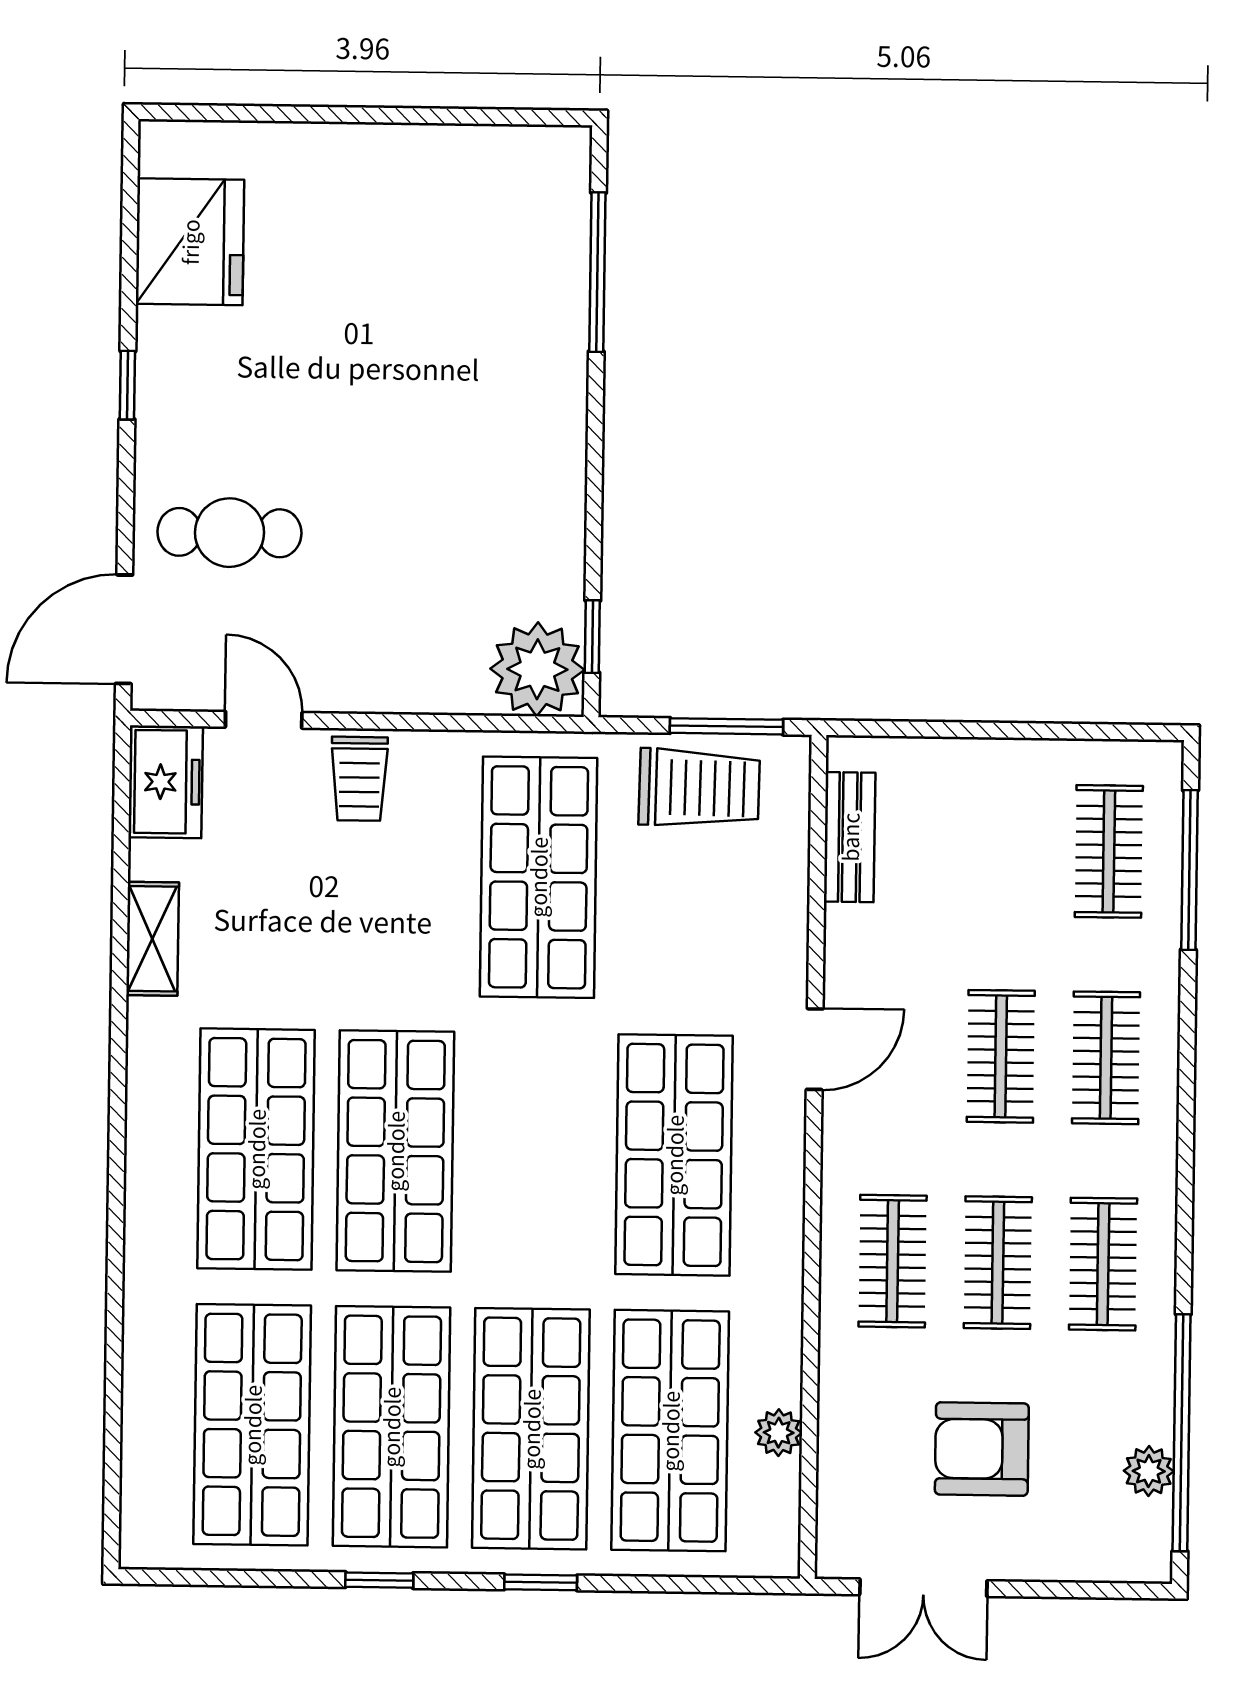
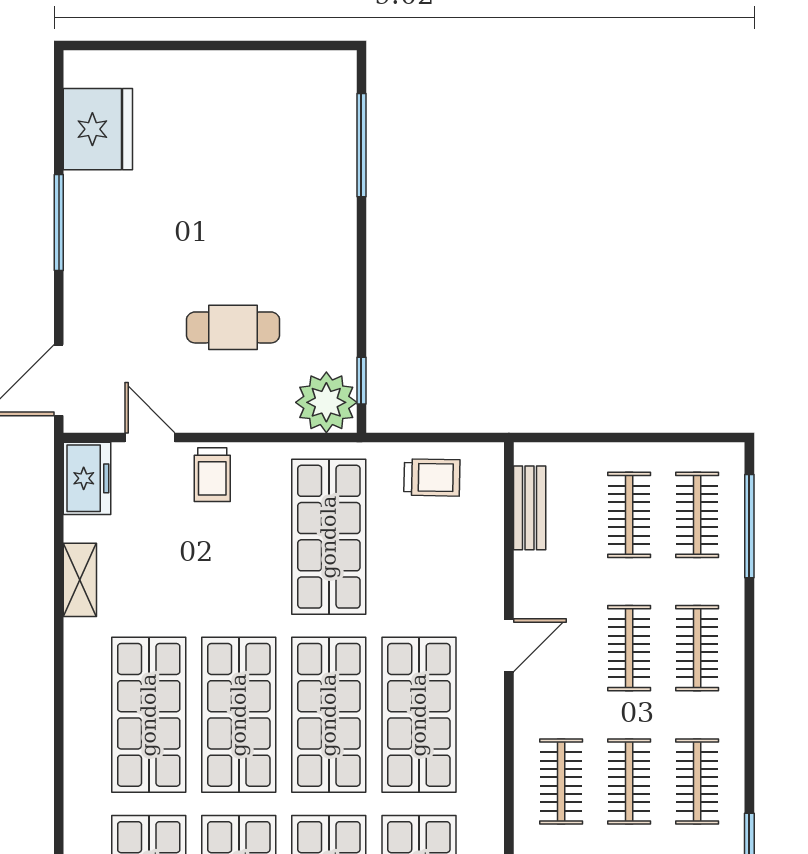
window: (127, 385) -> (59, 222), width x2.17
cafe table: (229, 533) -> (233, 327), moved
window: (726, 726) -> (449, 437), removed
trolley: (699, 788) -> (432, 477), width x0.73, depth x0.72
clothes rail: (1004, 850) -> (629, 515), added
shop shelf: (535, 1153) -> (329, 715), added

